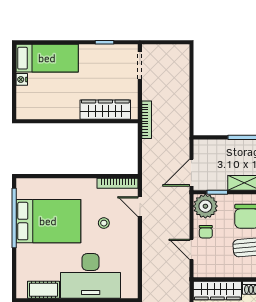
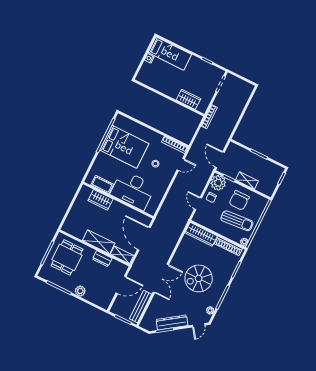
wardrobe: (105, 110) -> (188, 99), width x0.67
door: (191, 173) -> (220, 160), hinge flipped
door: (140, 207) -> (181, 164), swing flipped

